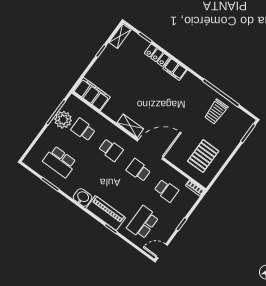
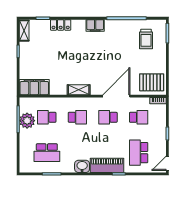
filing cabinet: (175, 69) -> (95, 25), moved
trolley: (216, 112) -> (146, 39), moved
door: (150, 149) -> (116, 96), moved
pallet: (203, 156) -> (152, 82), moved, turned 90

